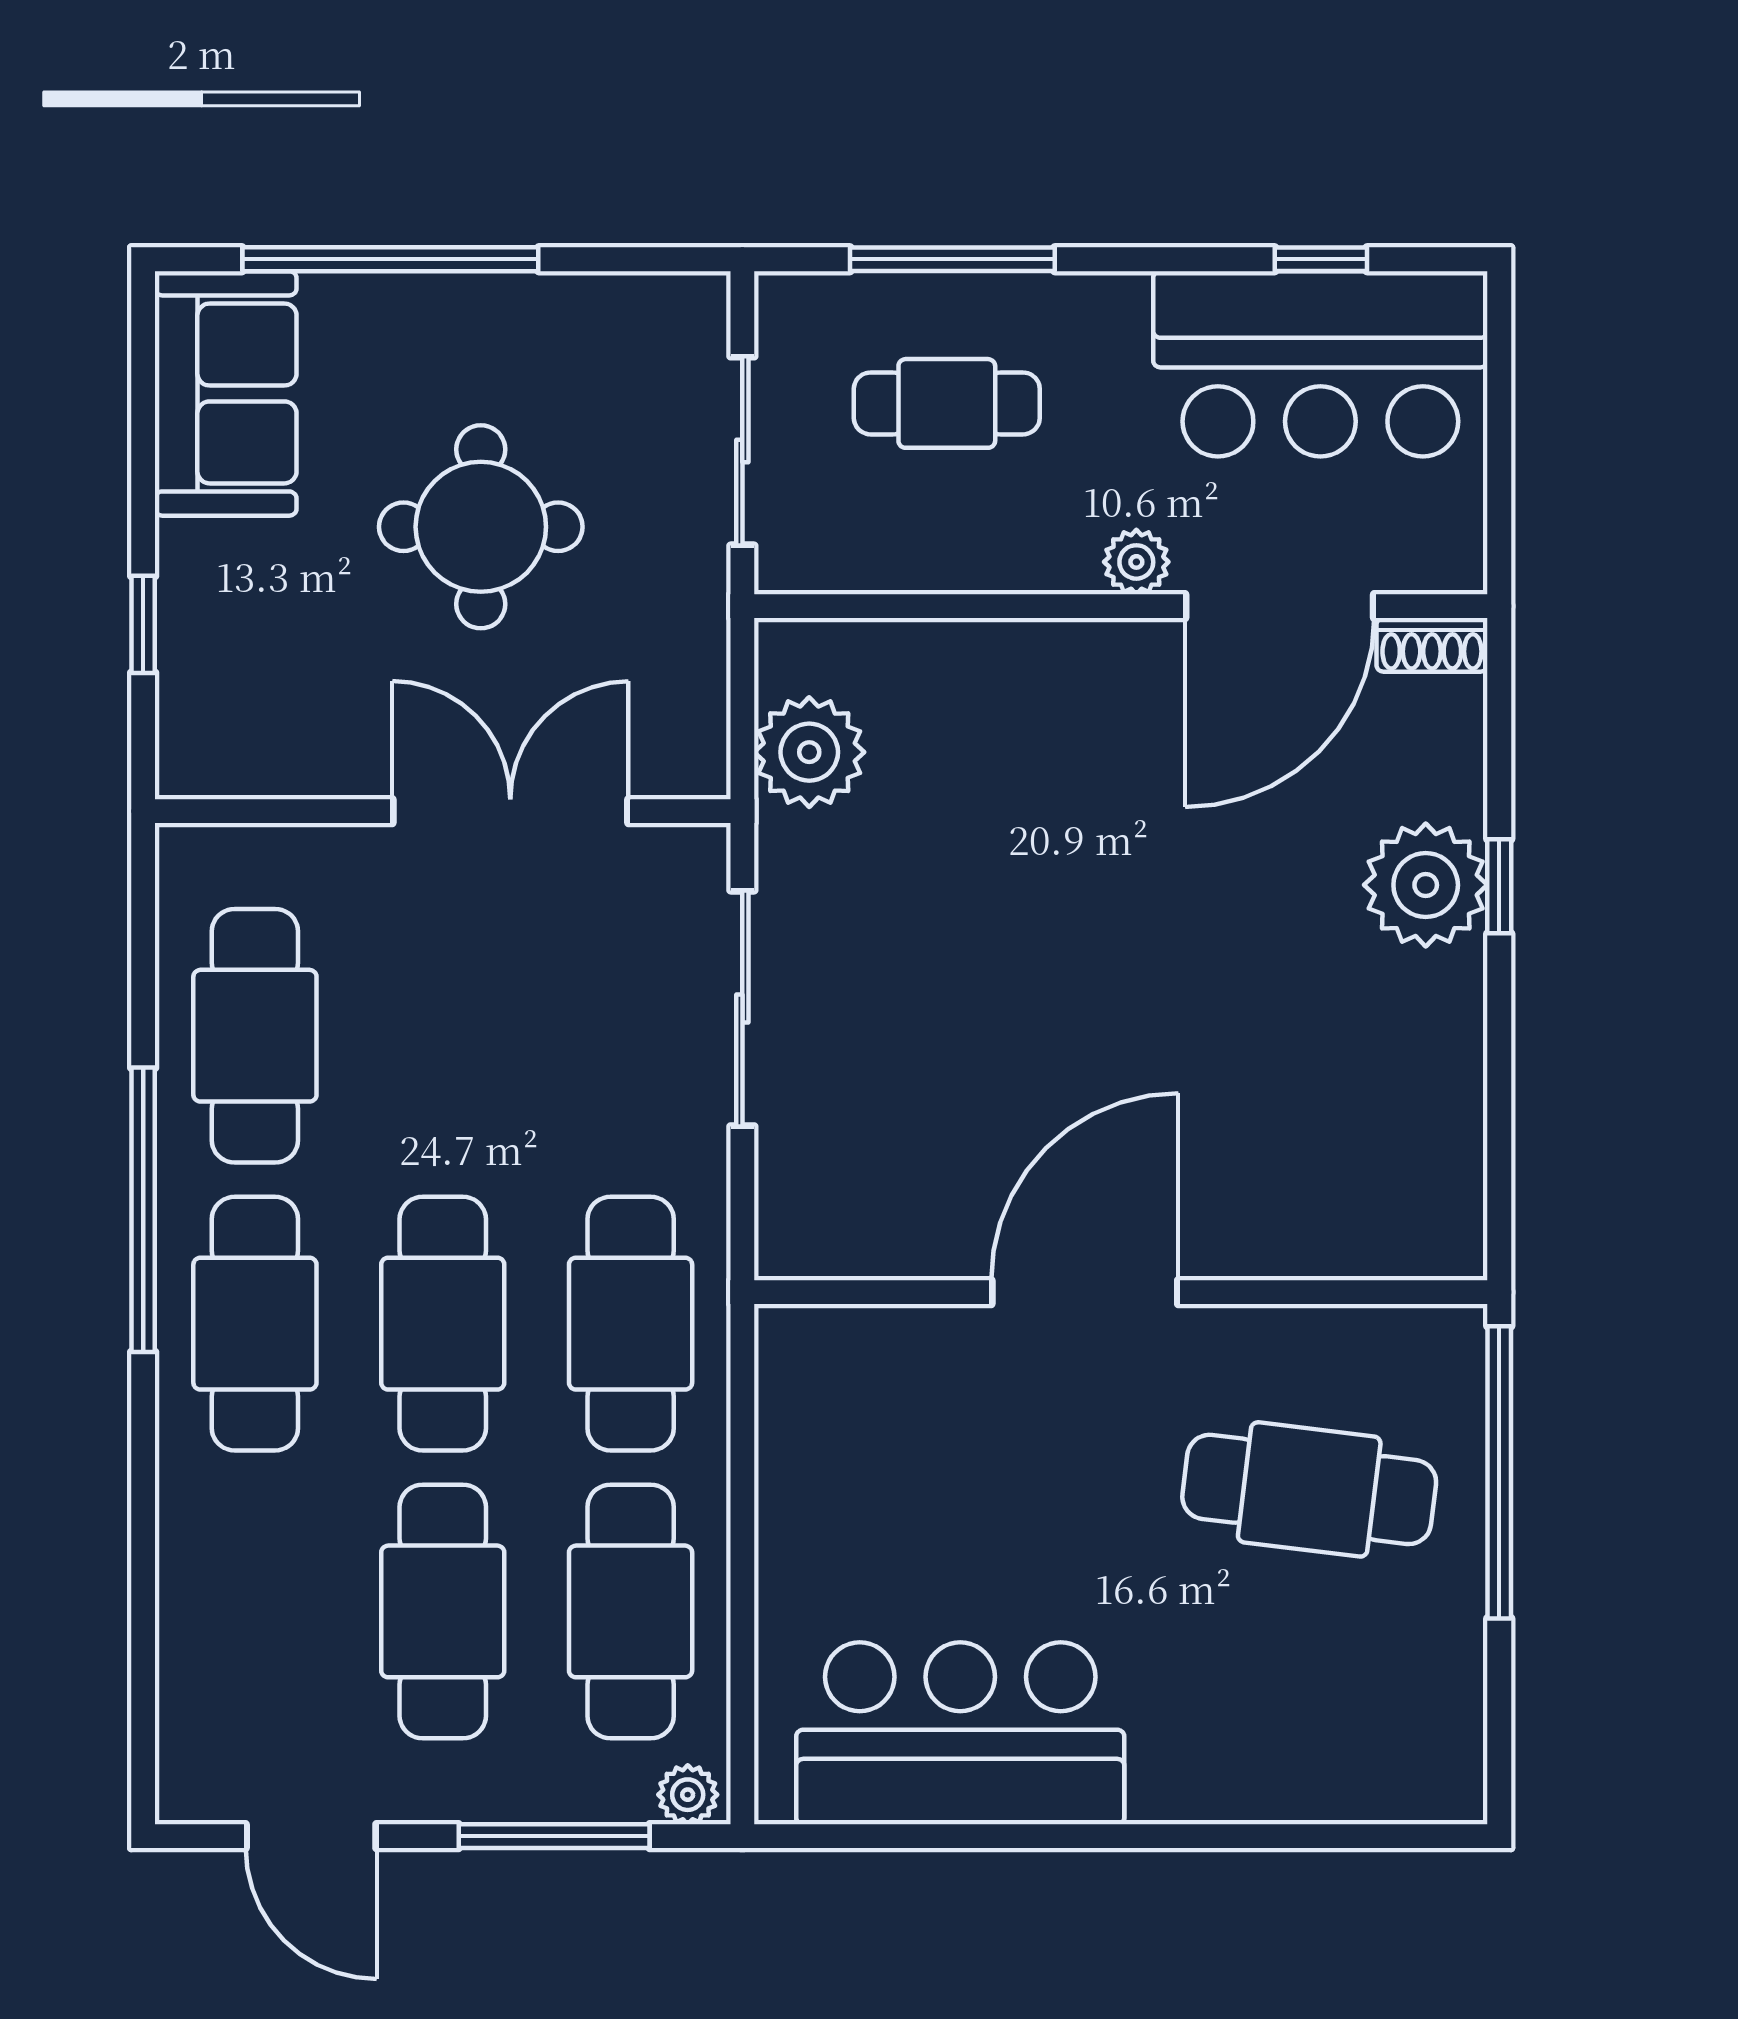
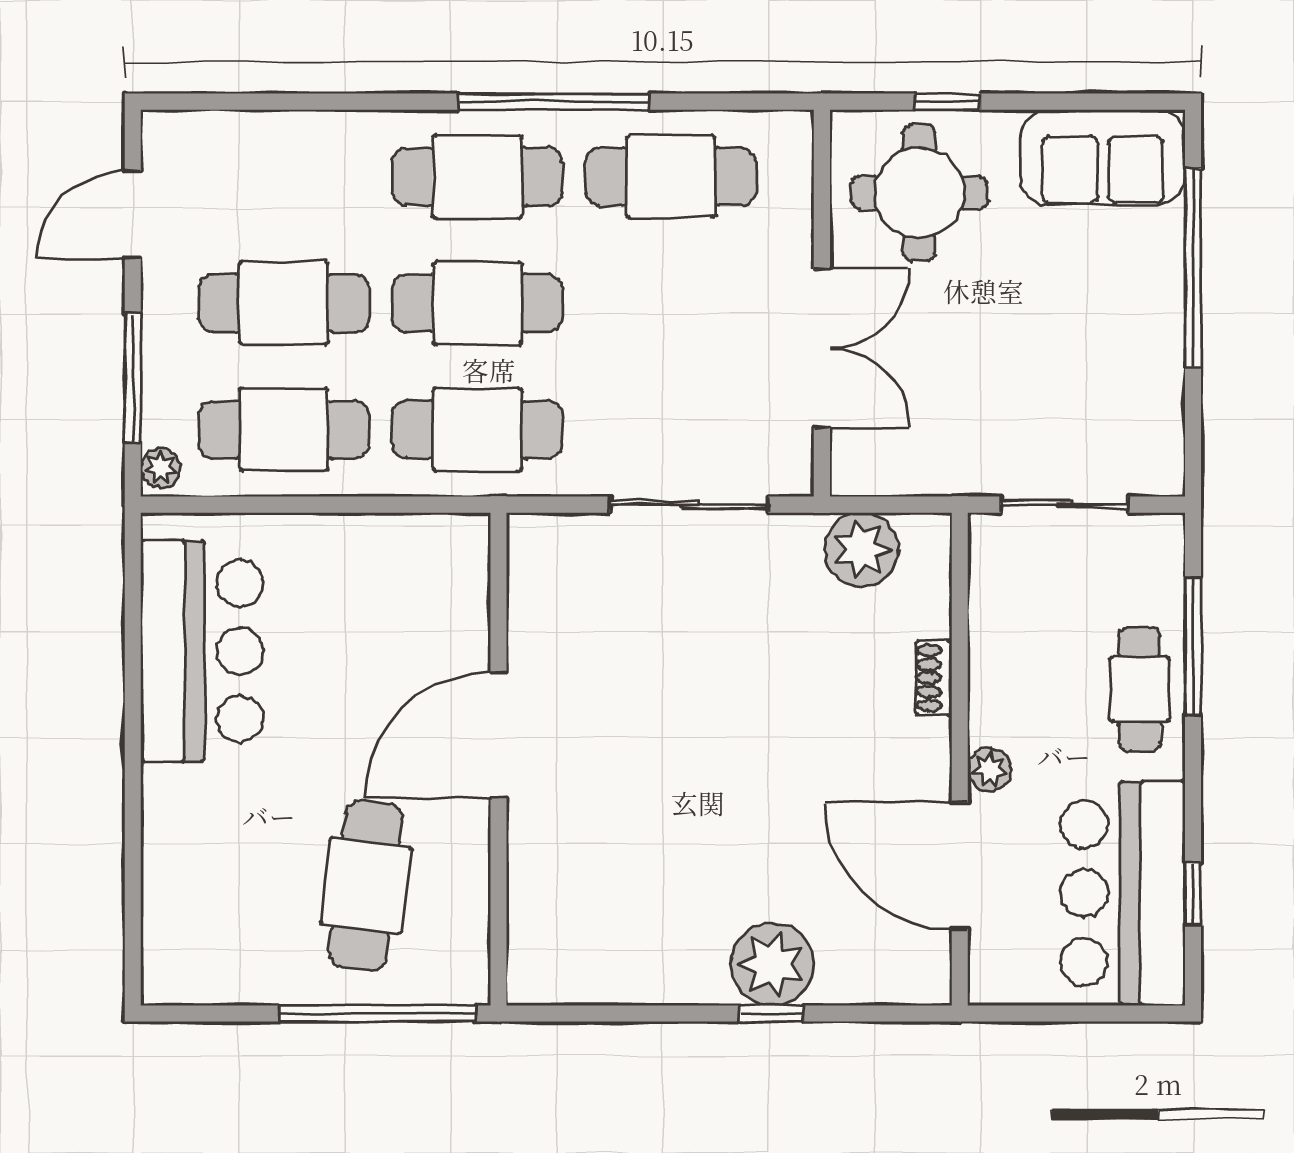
cafe table: (947, 403) -> (1140, 689), moved
round table: (481, 527) -> (919, 193), moved
shoe rack: (1432, 645) -> (934, 678), moved
door: (1085, 1292) -> (499, 735), swing flipped

